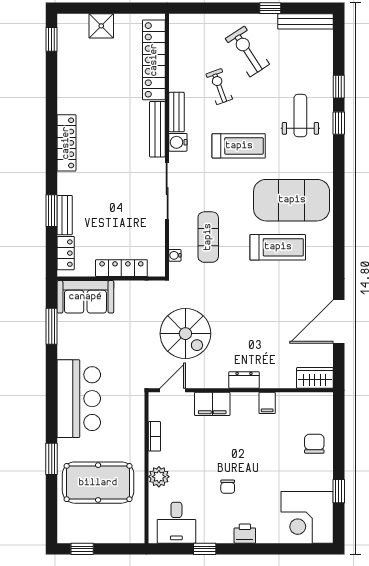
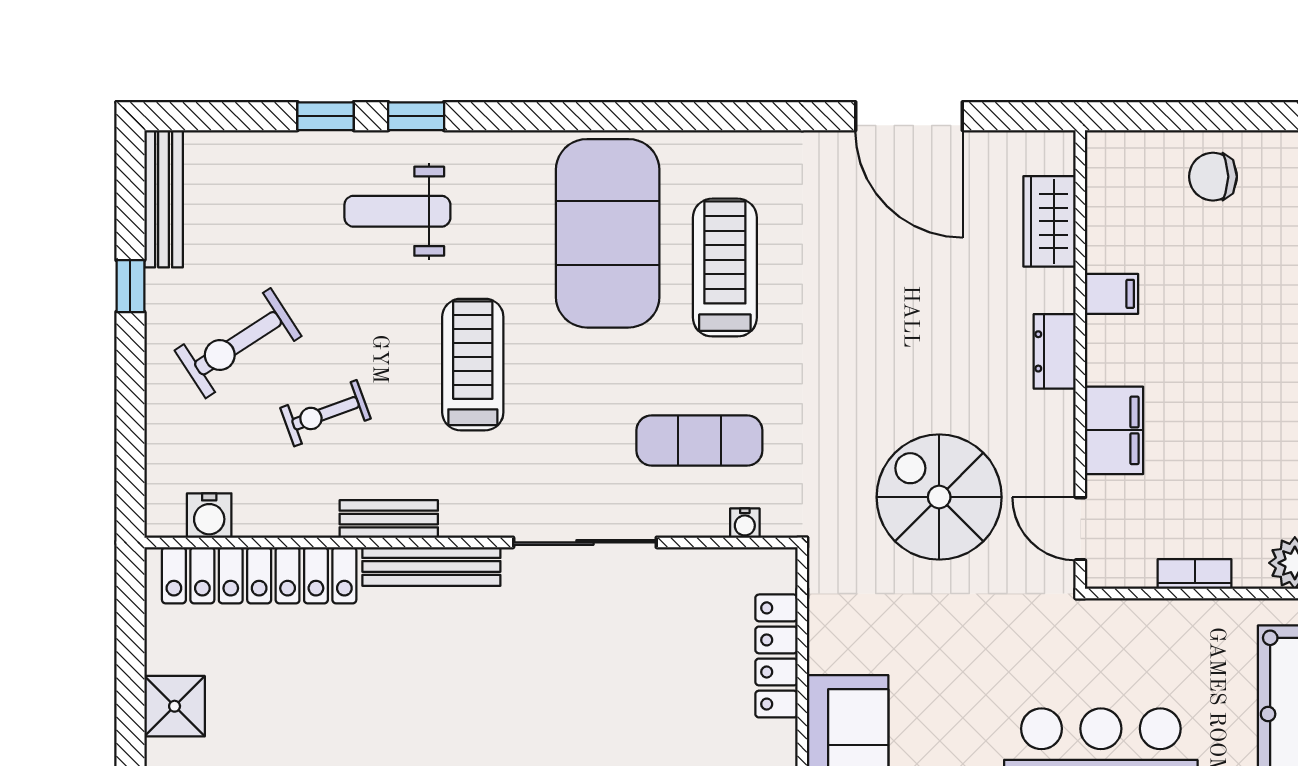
water cooler: (178, 142) -> (209, 516), moved
spiral stairs: (185, 334) -> (939, 497), turned -90
wardrobe: (315, 378) -> (1049, 221), moved

